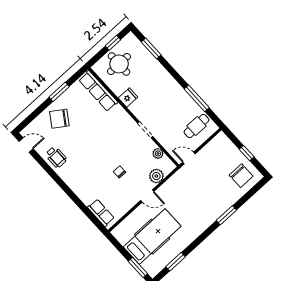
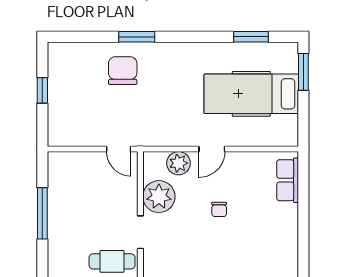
cafe table: (197, 126) -> (112, 261), moved
plant: (158, 153) -> (159, 197), width x1.87, depth x1.87
chair: (241, 176) -> (123, 71), moved
door: (147, 196) -> (212, 149), swing flipped

